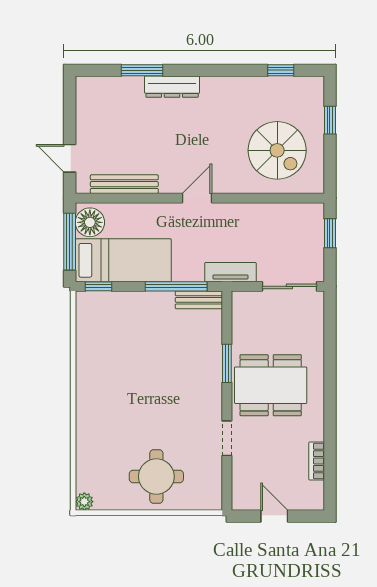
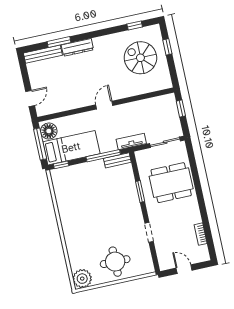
spiral stairs: (277, 150) -> (140, 58), moved, turned 180
door: (70, 158) -> (30, 99), swing flipped
bench: (124, 184) -> (43, 54), moved
dining table: (271, 385) -> (171, 183), moved
plant: (84, 502) -> (82, 279), width x1.87, depth x1.87

